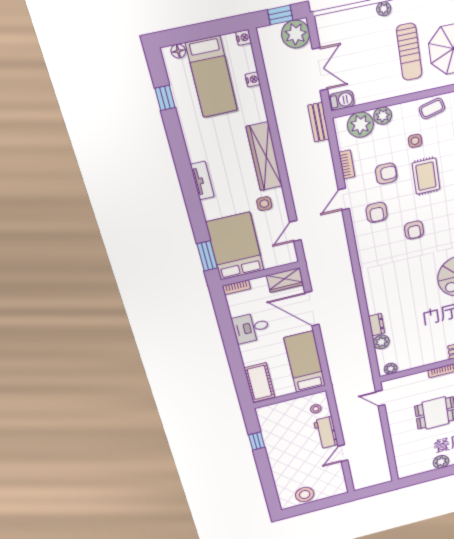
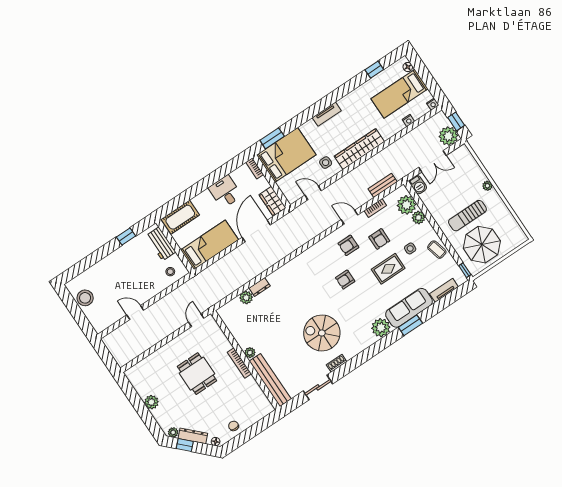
bench: (319, 122) -> (383, 185), moved
plant: (391, 369) -> (250, 353), moved
workbench: (326, 433) -> (161, 244), moved, turned -90

